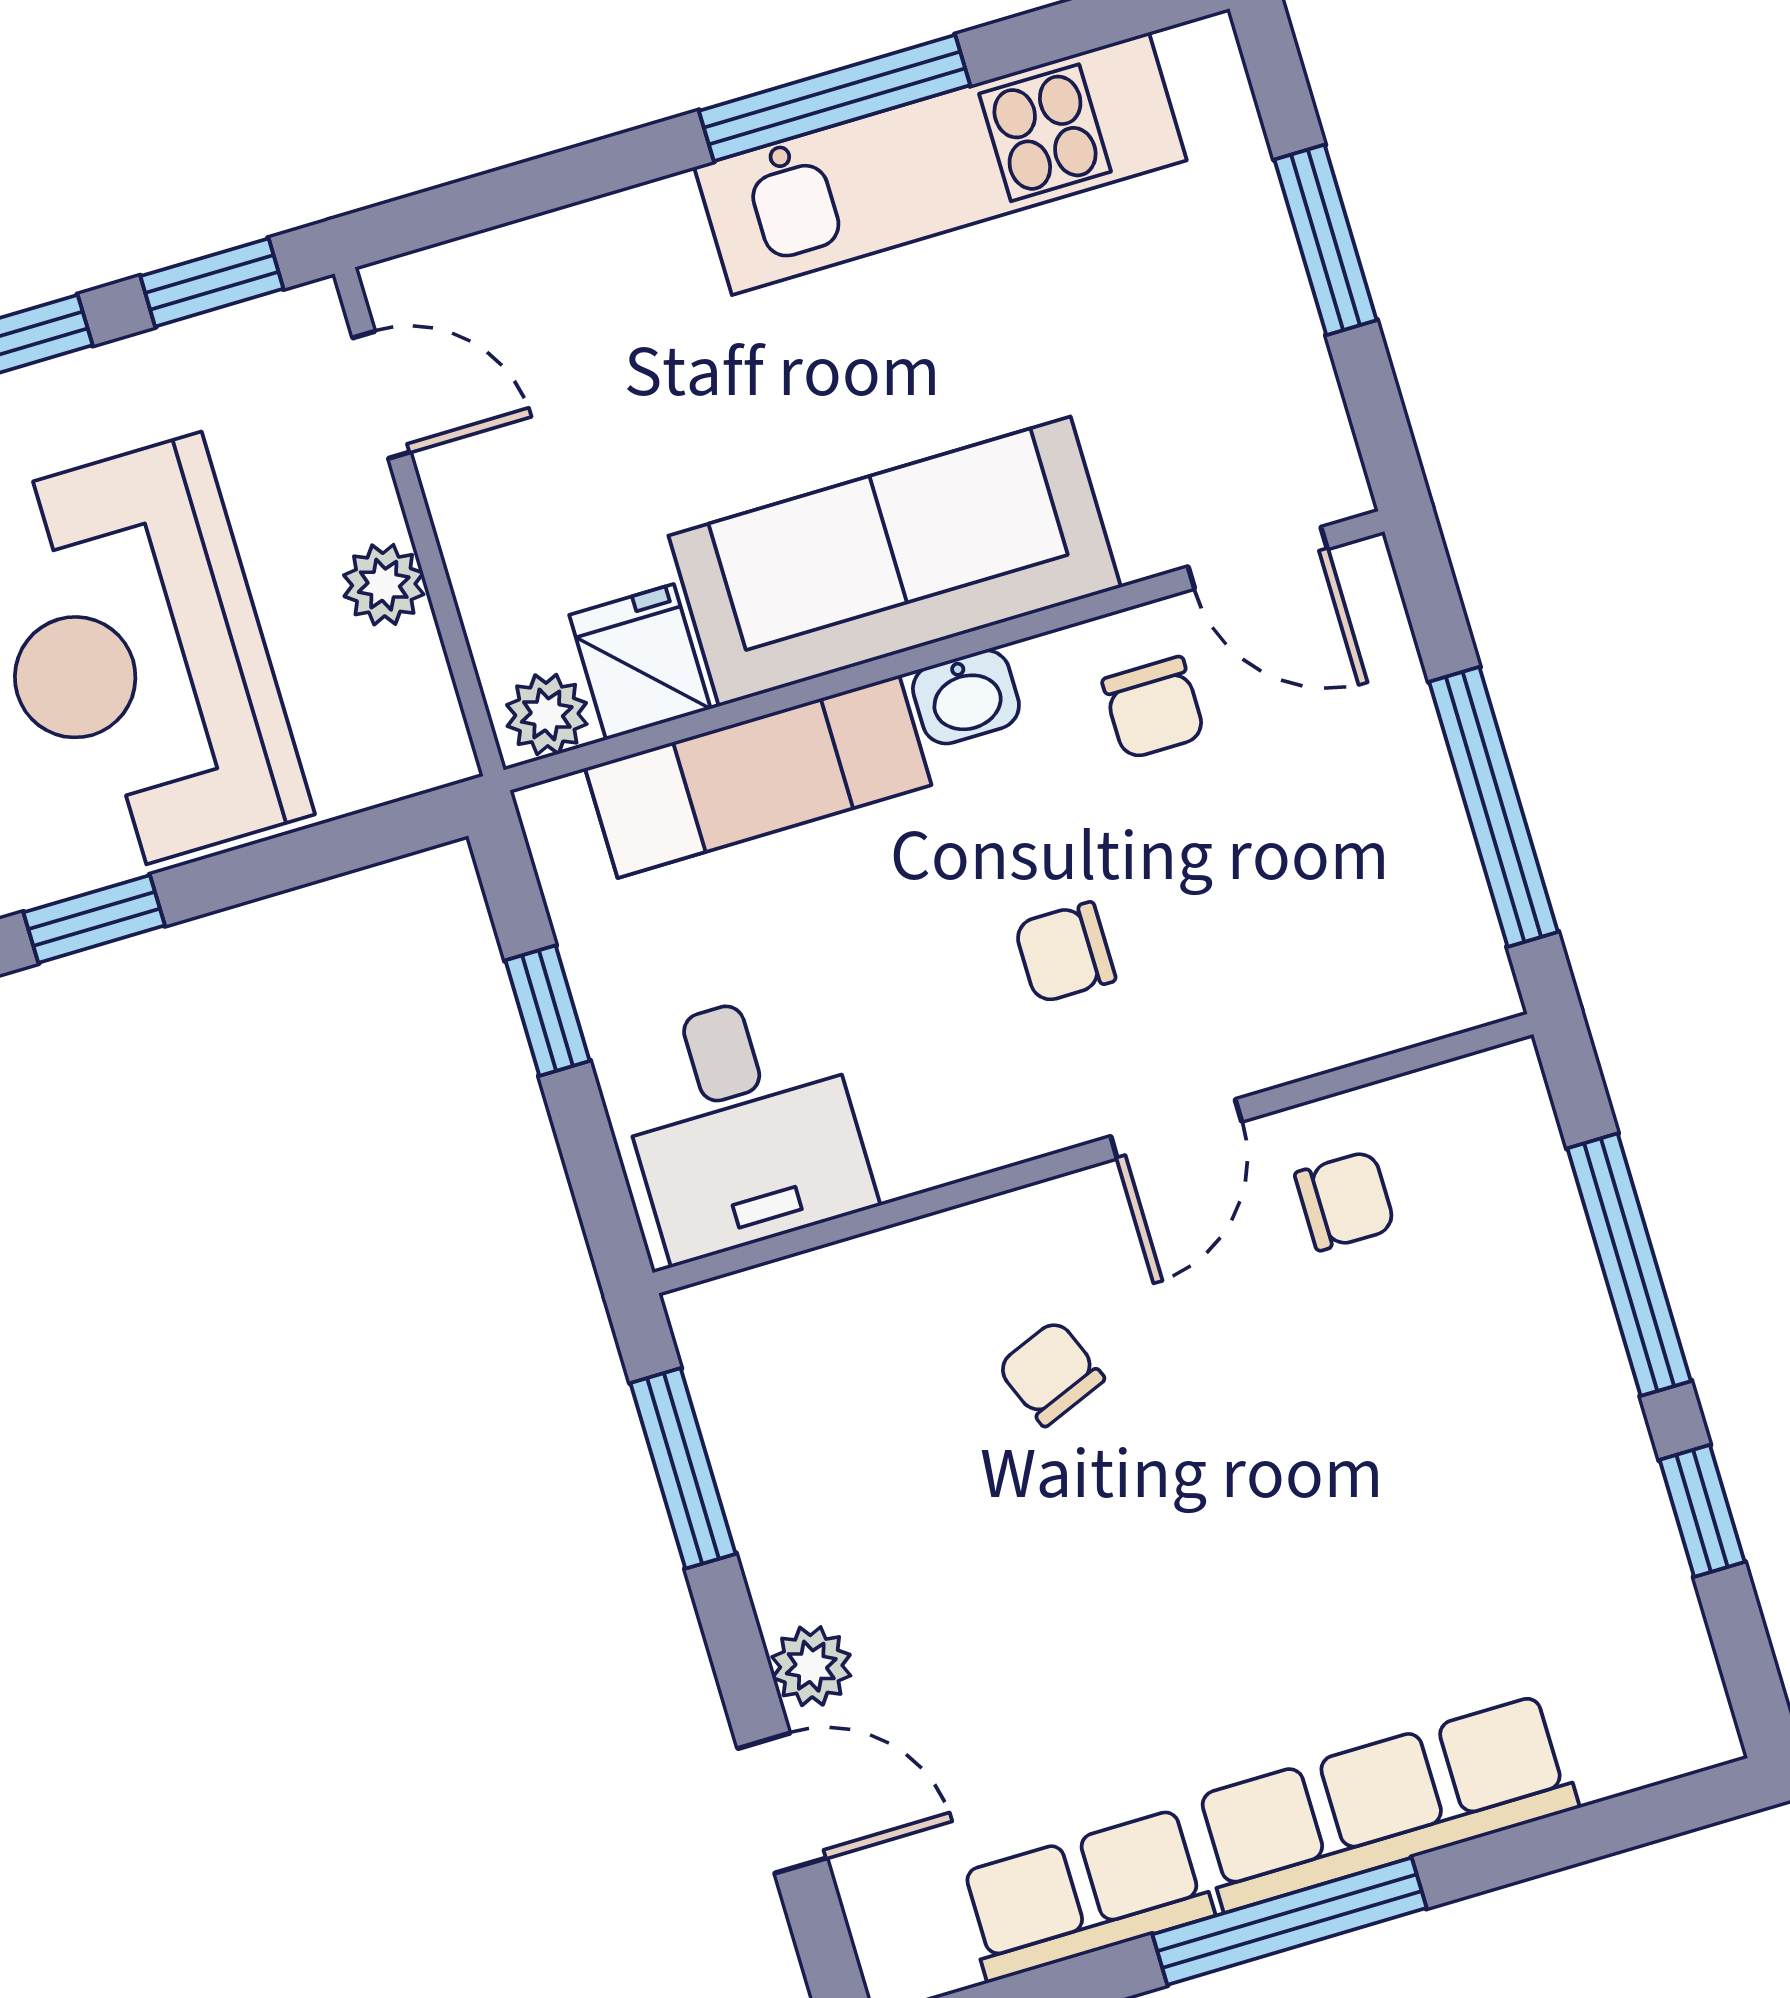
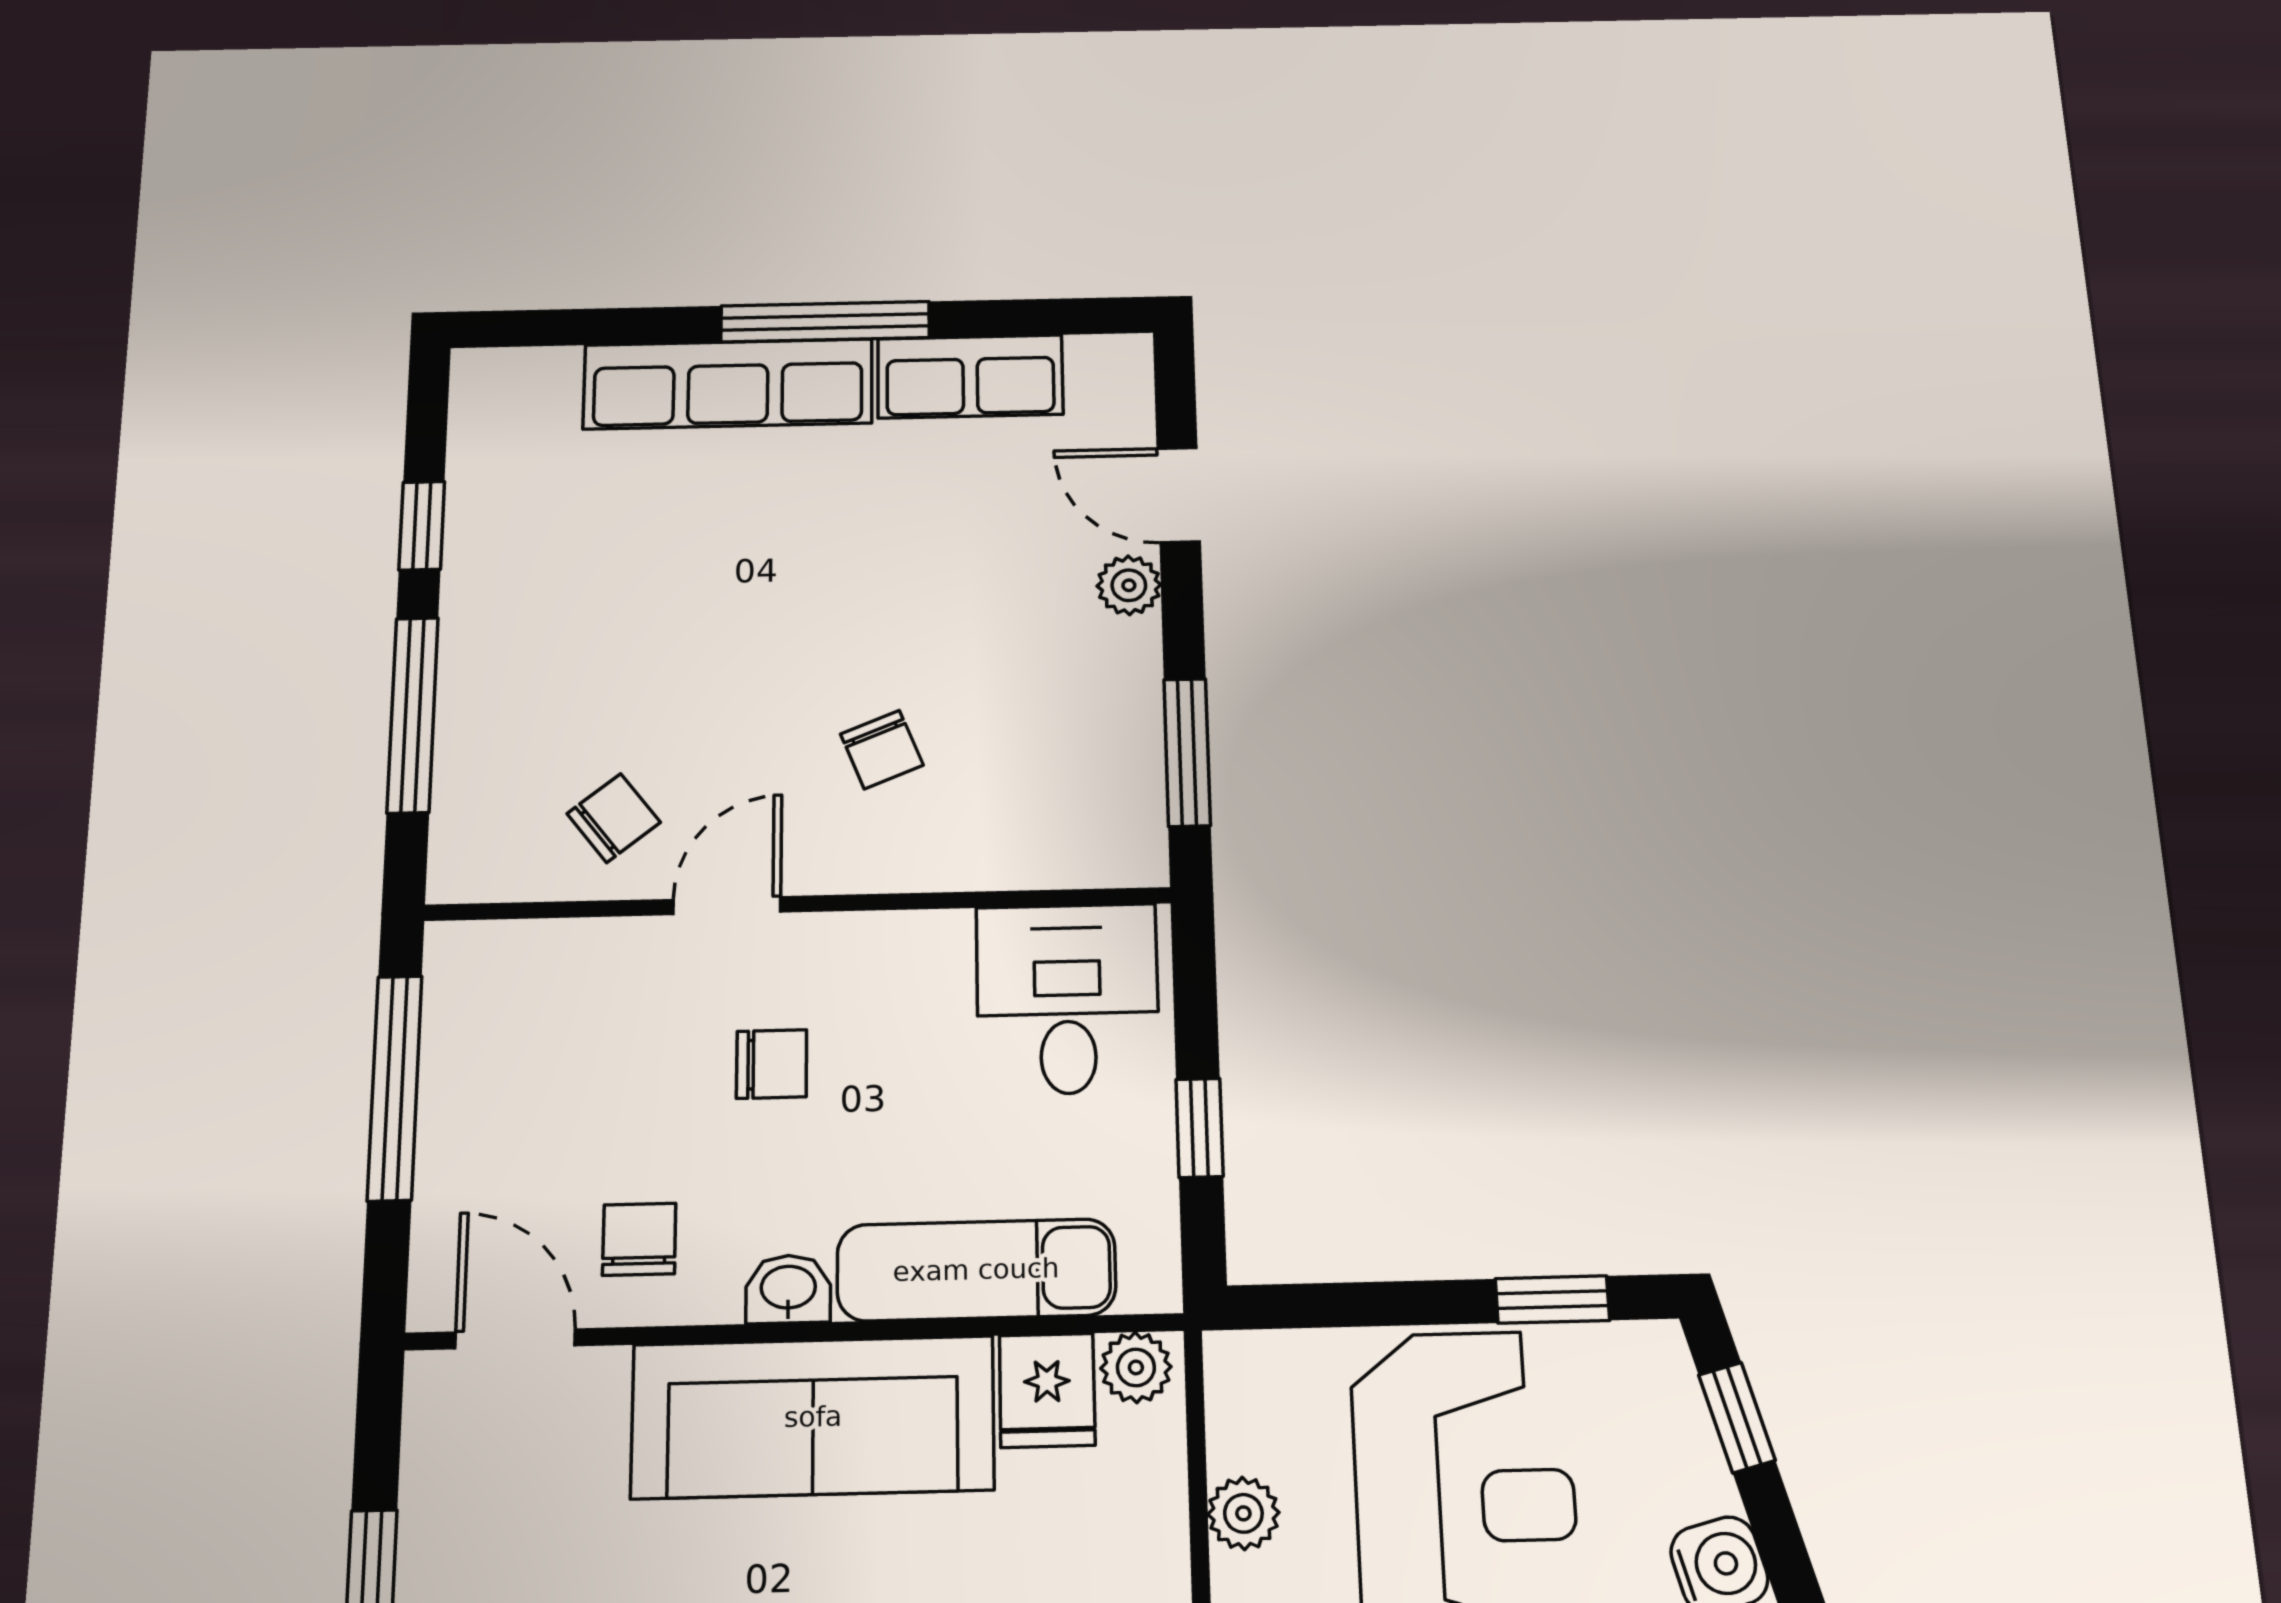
chair: (1345, 1201) -> (614, 818), turned 142

